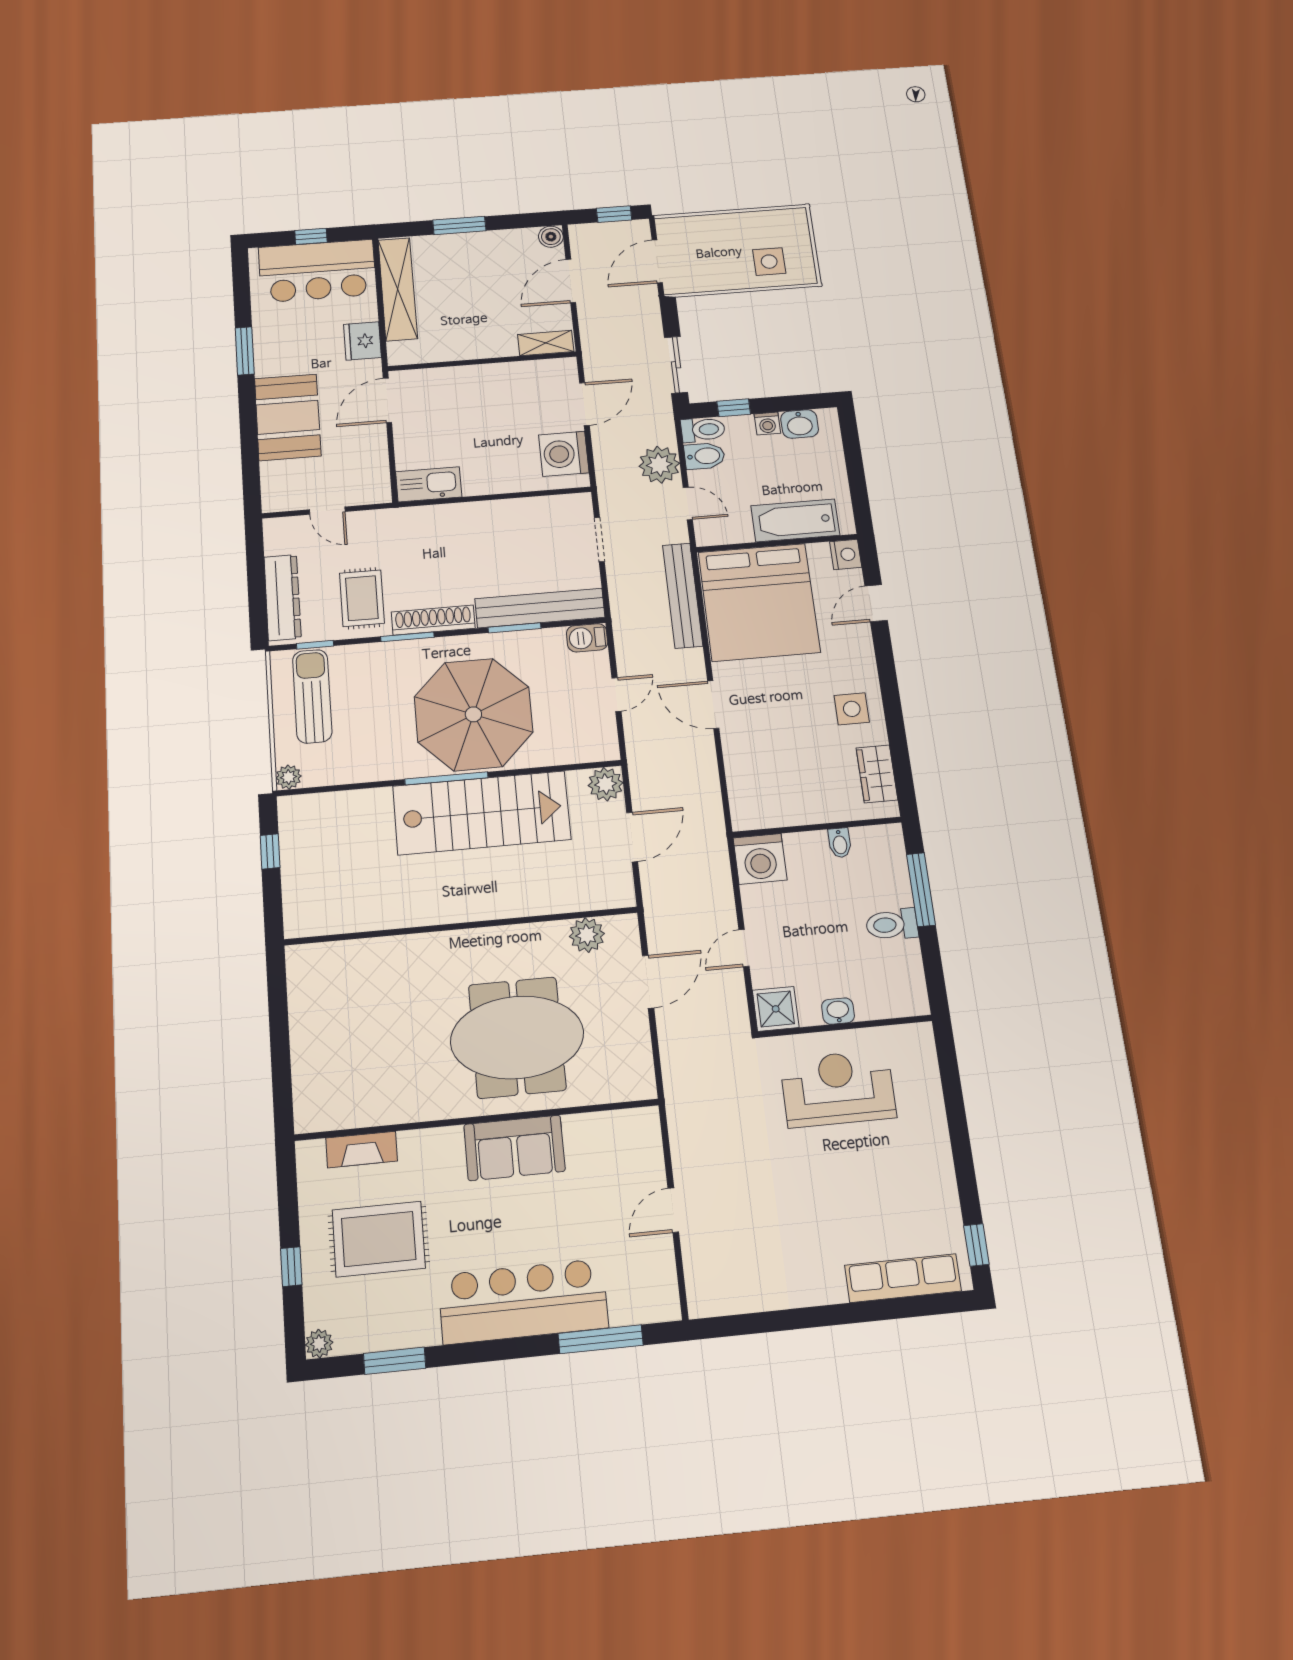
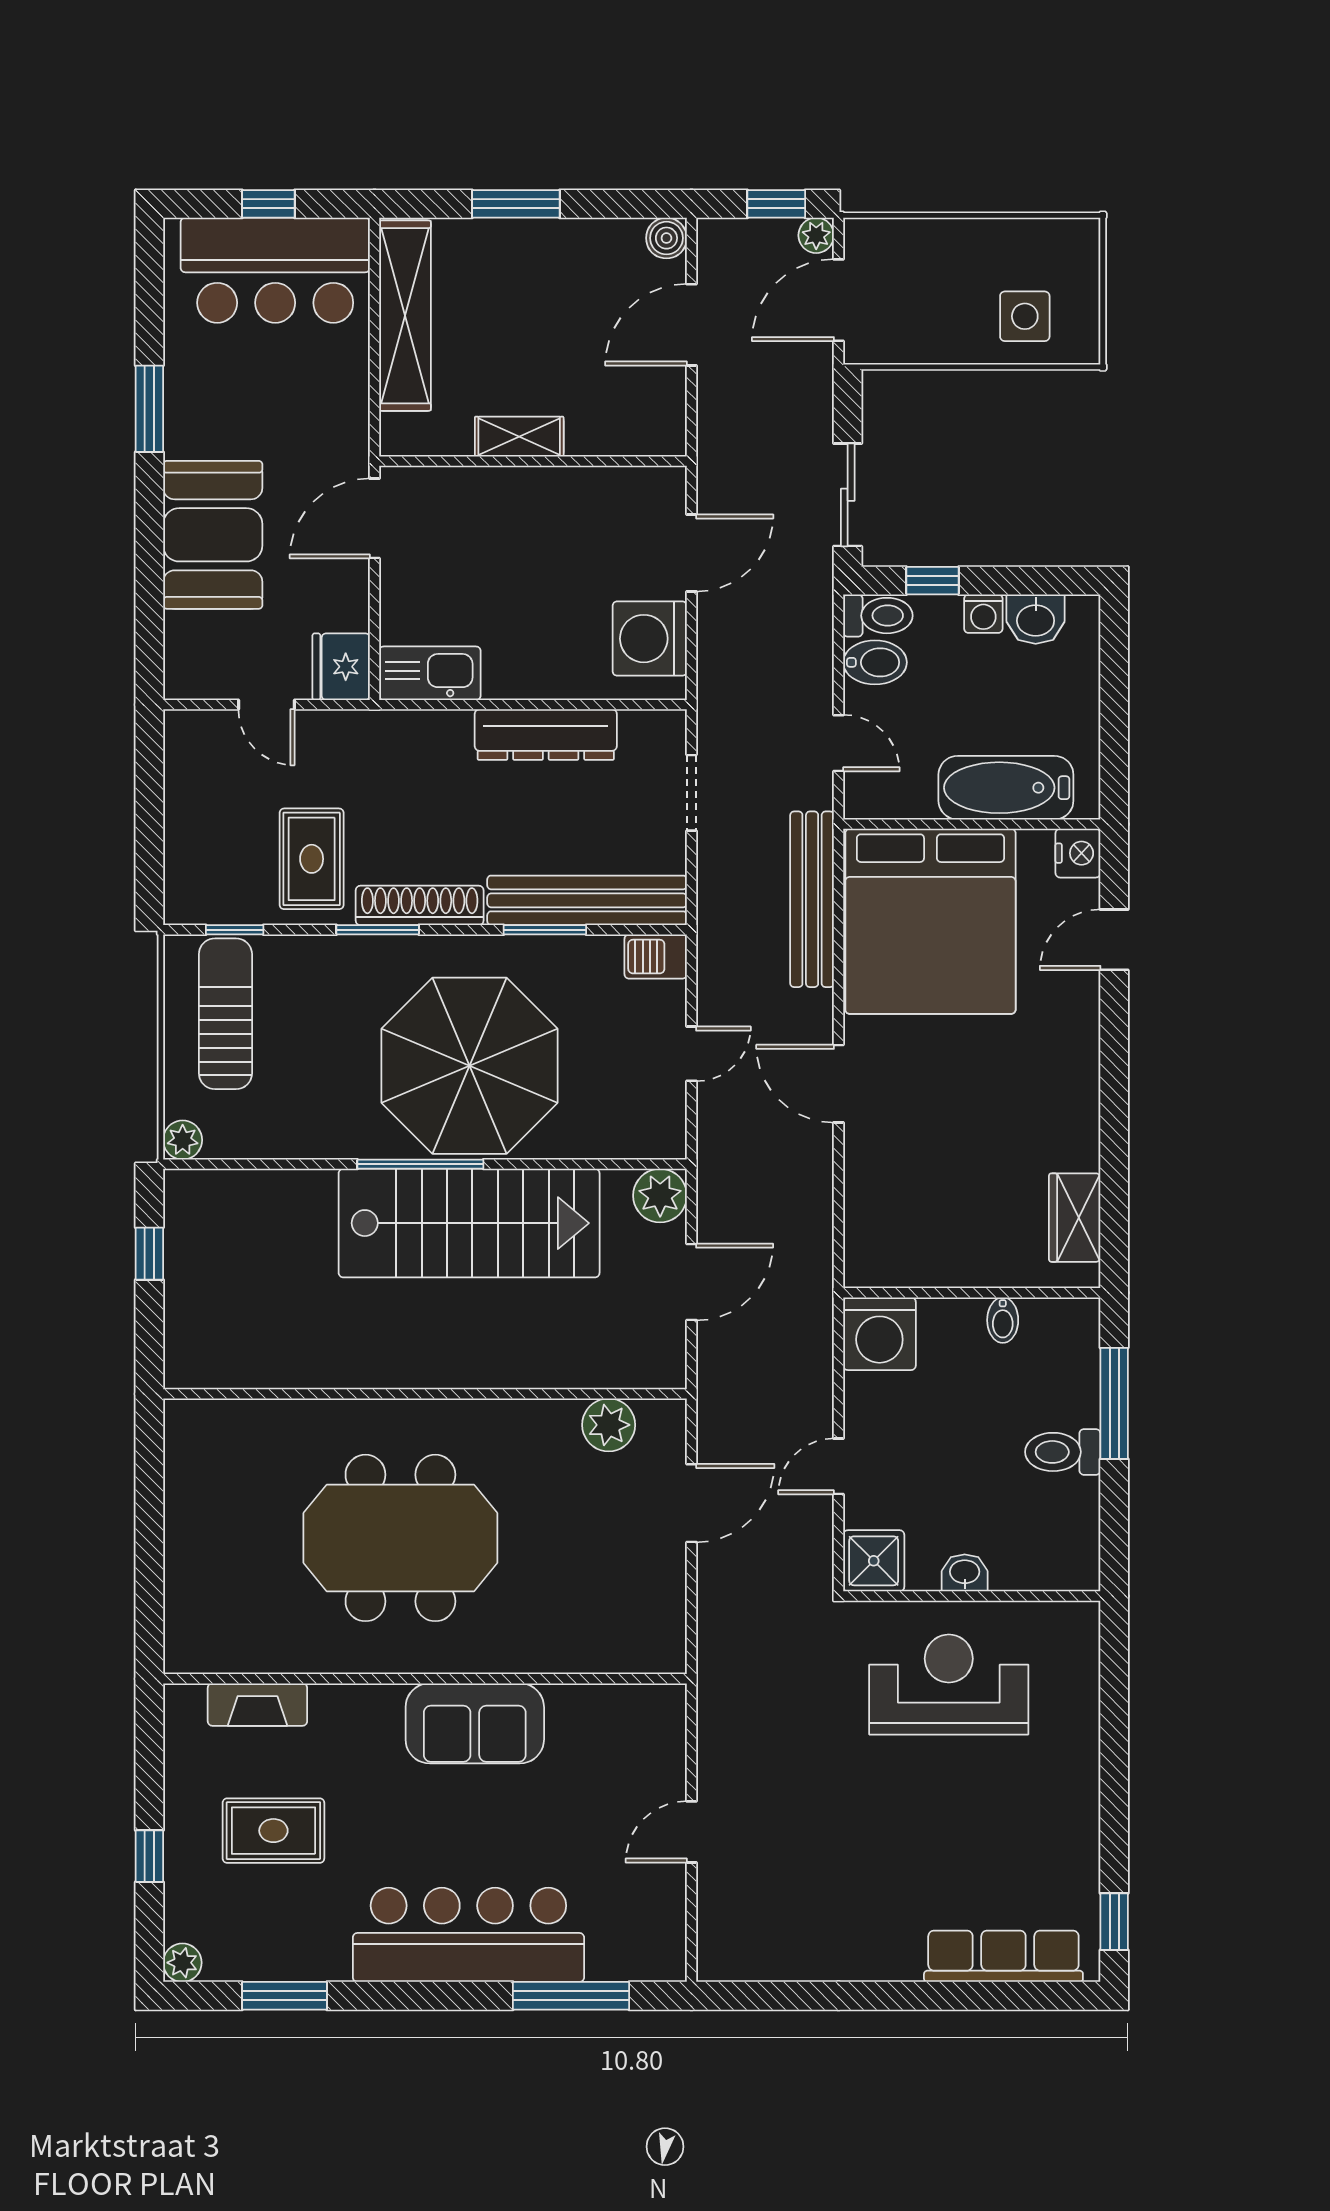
fridge: (362, 341) -> (341, 667), moved
shelving: (546, 343) -> (519, 437), moved
plant: (659, 465) -> (816, 235), moved, width x0.53, depth x0.53
dresser: (282, 597) -> (546, 735), moved, turned 90
side table: (852, 709) -> (1051, 1110), removed
meeting table: (517, 1037) -> (400, 1538), moved
rug: (379, 1239) -> (273, 1831), width x0.73, depth x0.70

